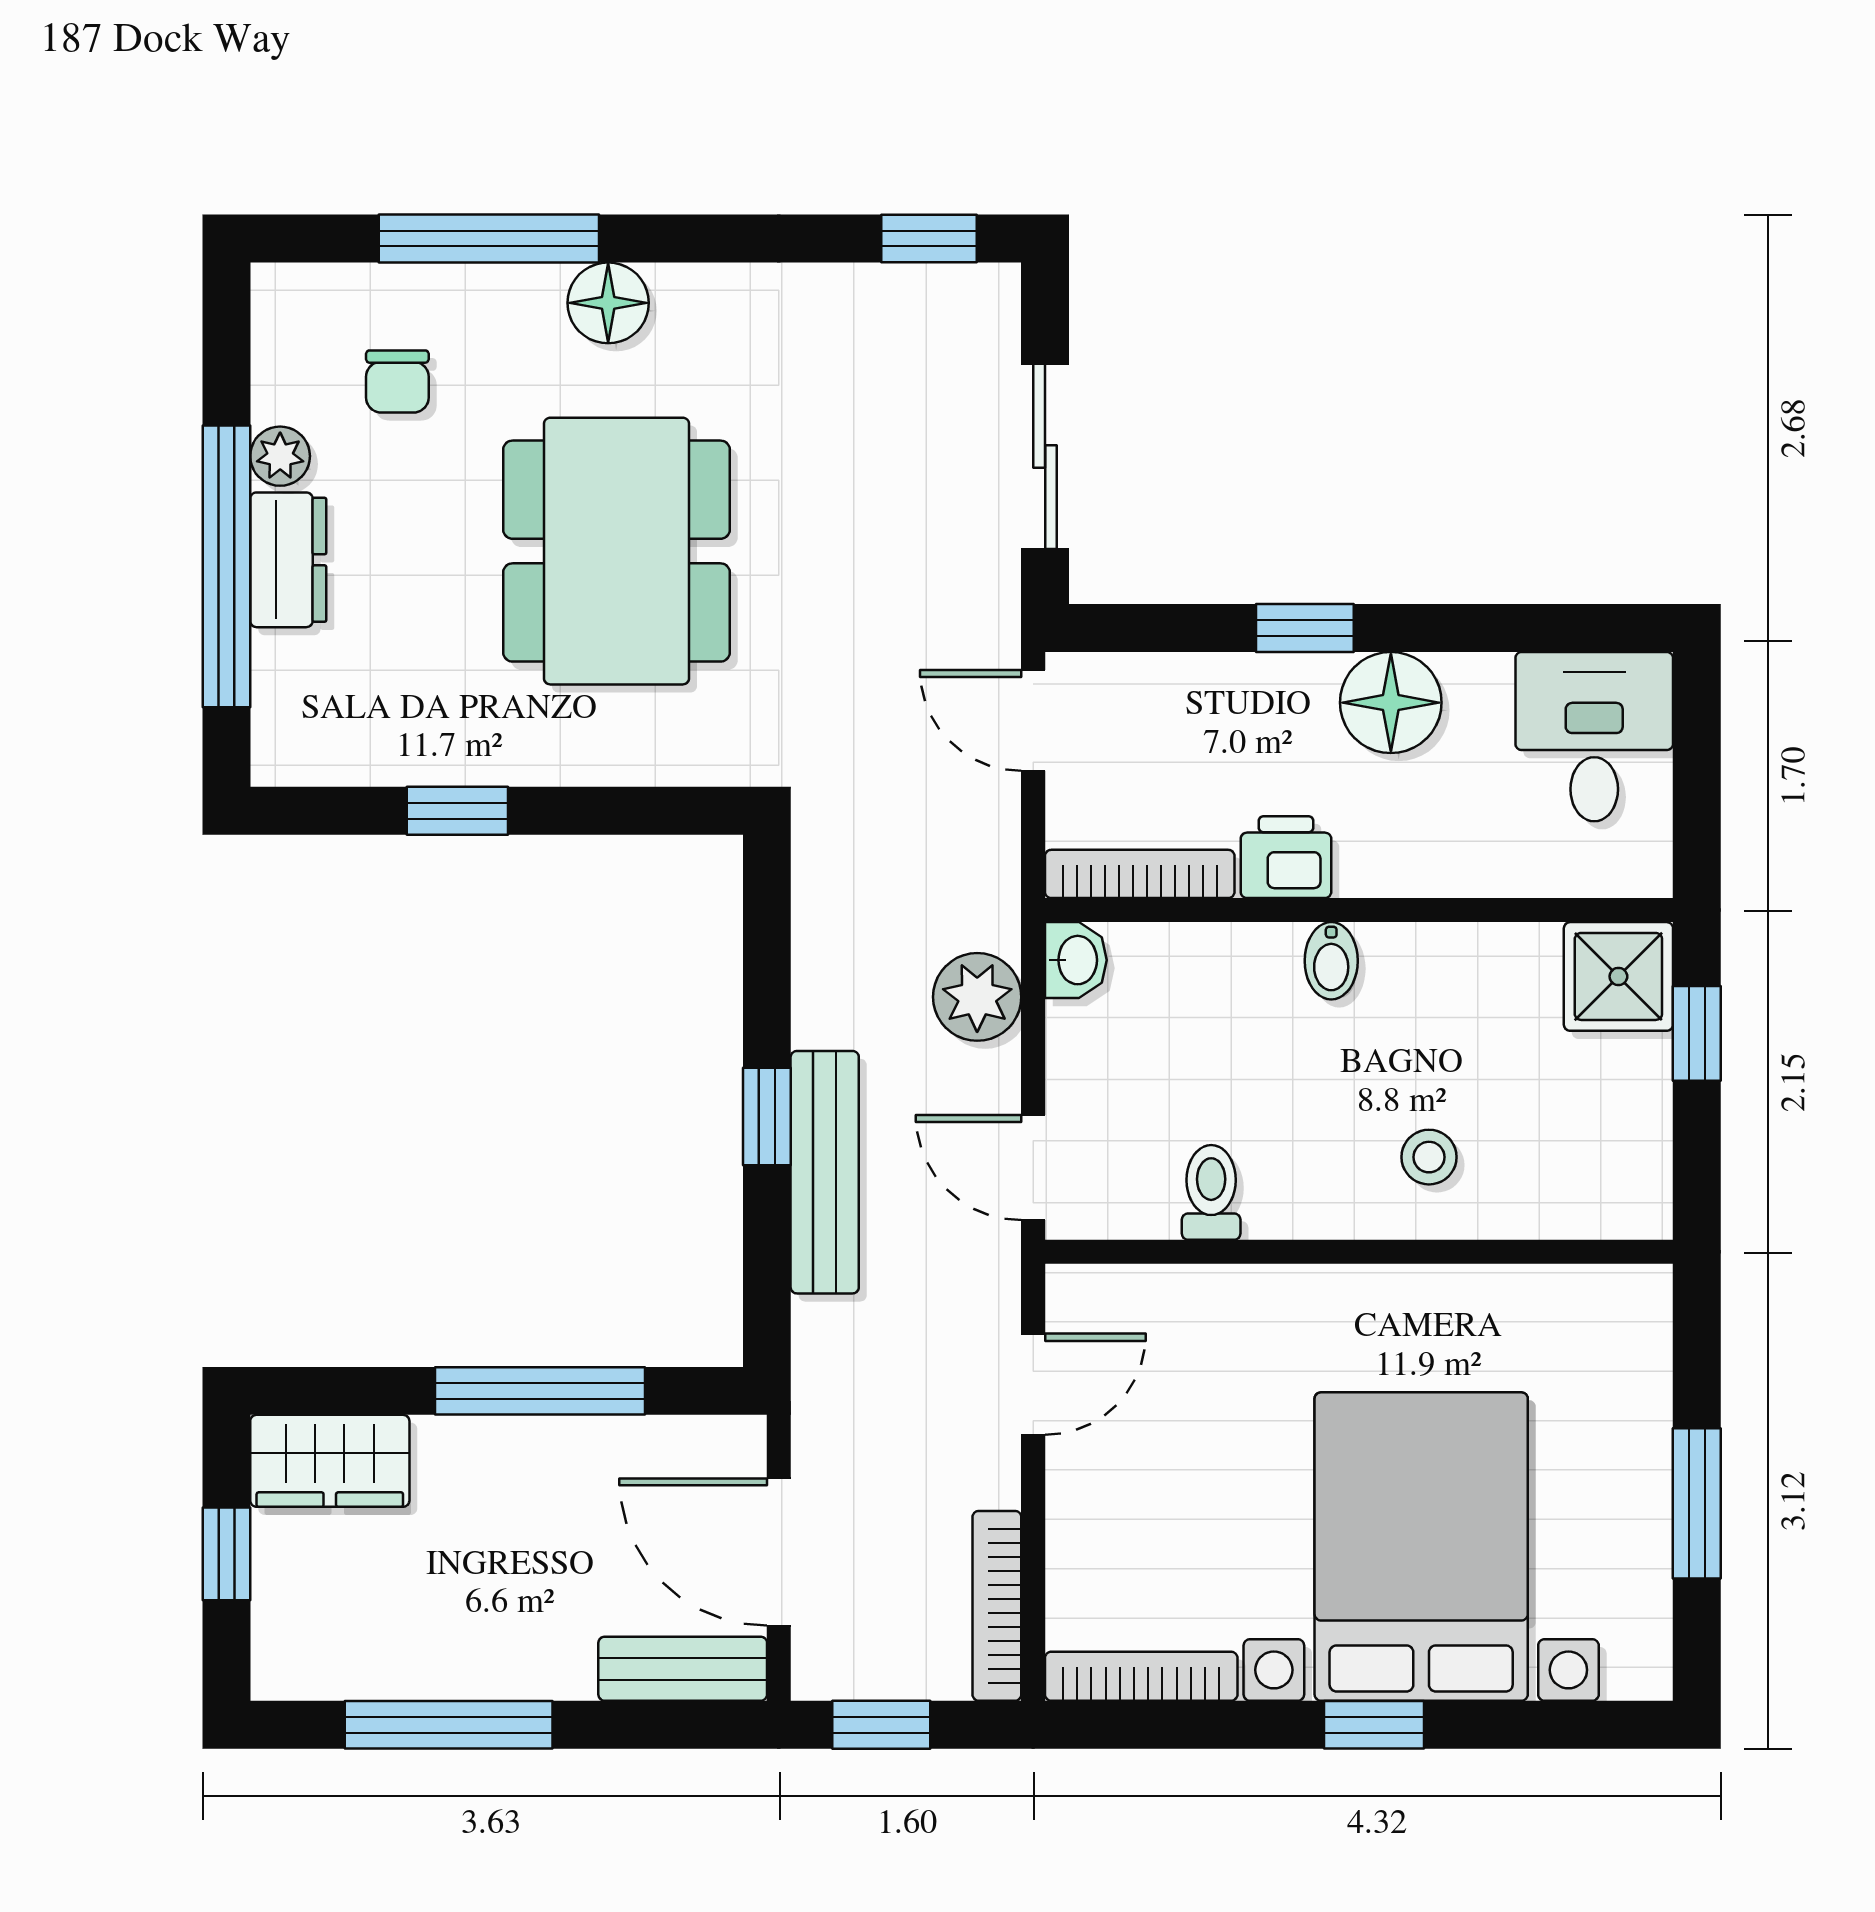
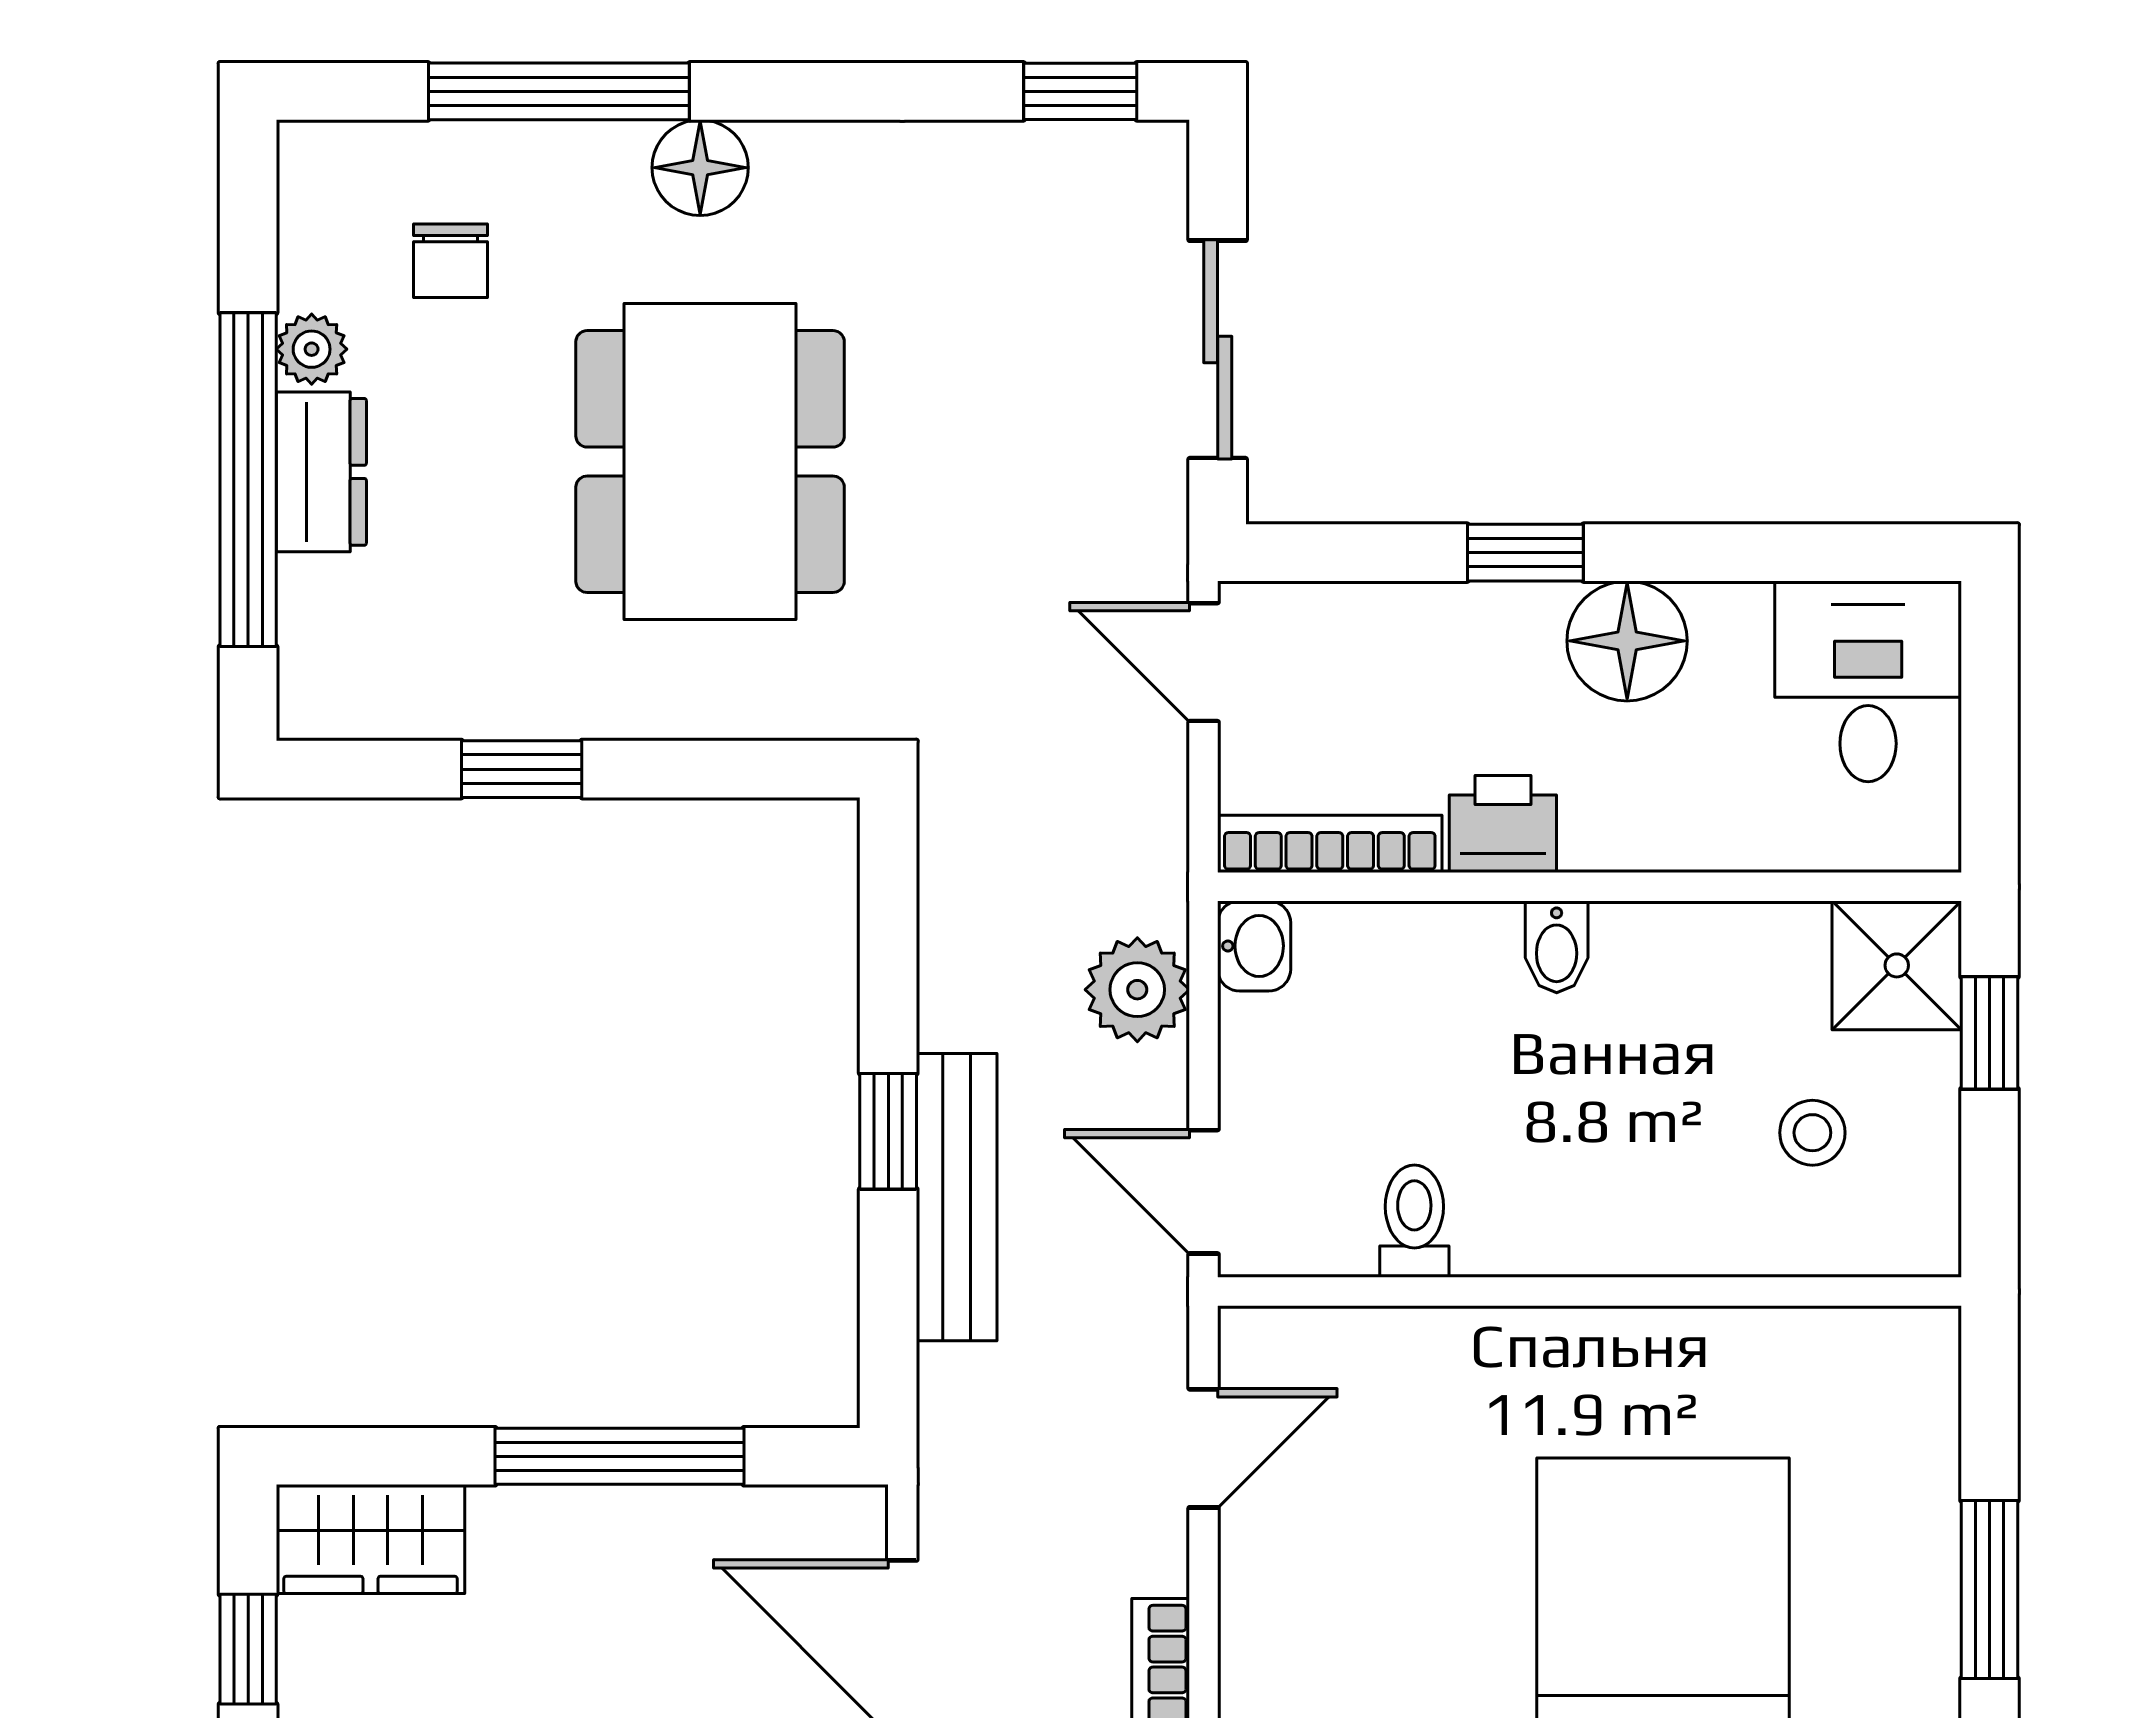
stool: (1429, 1157) -> (1812, 1133), moved

